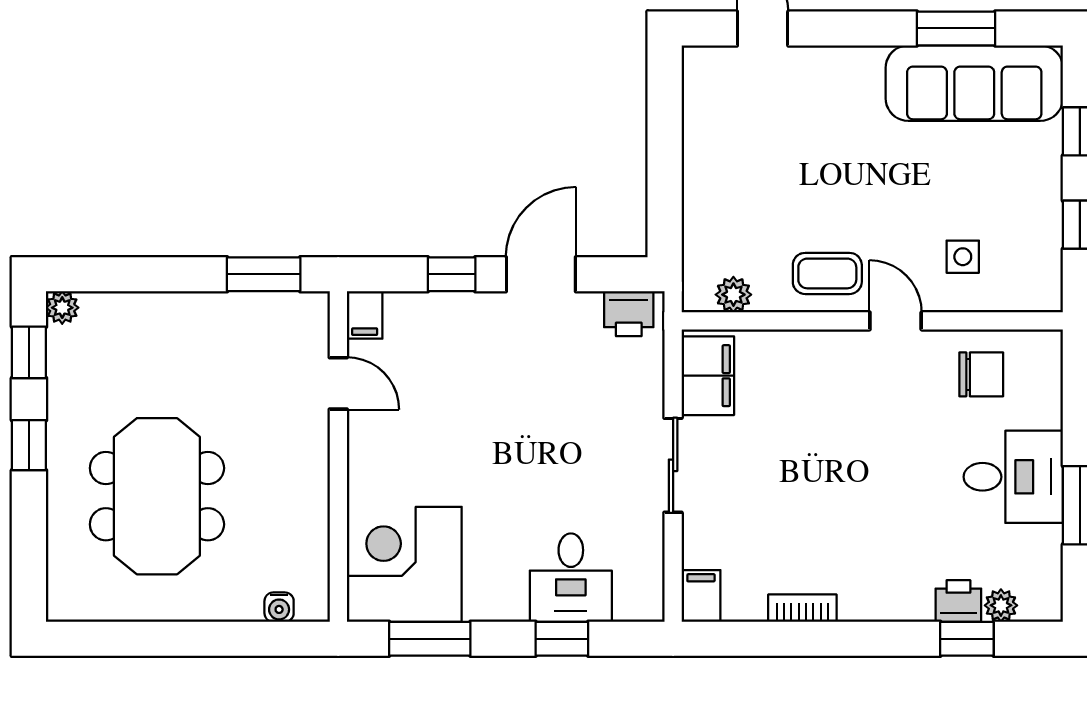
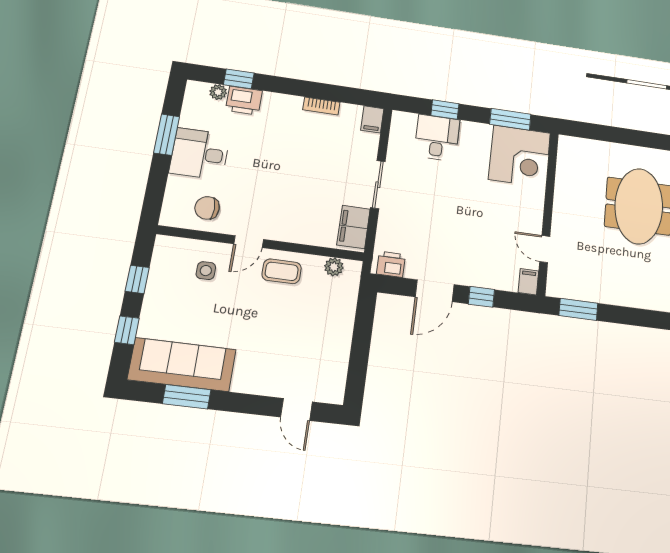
door: (896, 321) -> (249, 242), hinge flipped
printer: (958, 601) -> (244, 101), width x1.36, depth x1.24
water cooler: (279, 607) -> (583, 145), removed

